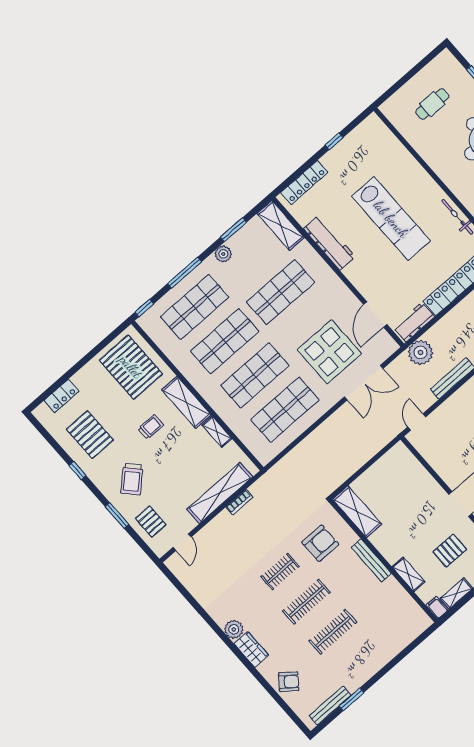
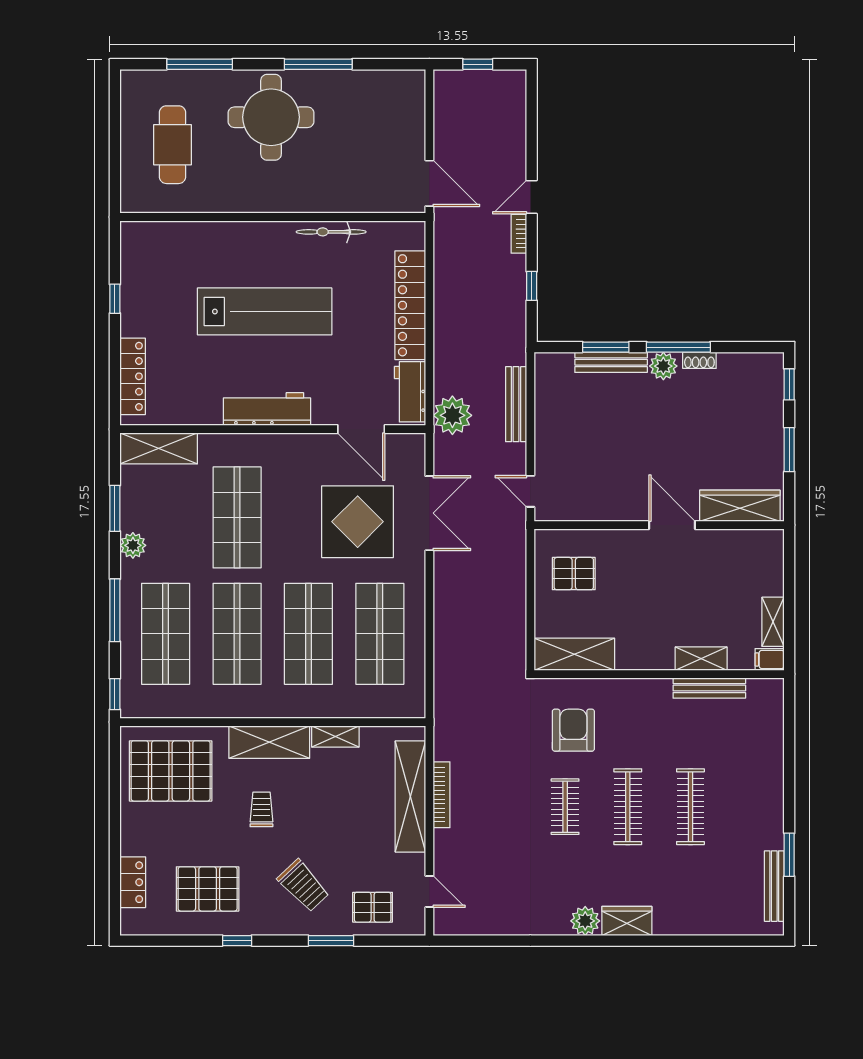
cafe table: (432, 104) -> (172, 145), width x1.37, depth x1.35
workbench: (329, 243) -> (267, 409), moved
bookcase: (239, 502) -> (442, 795), width x1.56
pallet: (450, 551) -> (574, 574), moved, turned 90
bench: (371, 560) -> (709, 688), moved
armchair: (289, 682) -> (704, 910), removed

